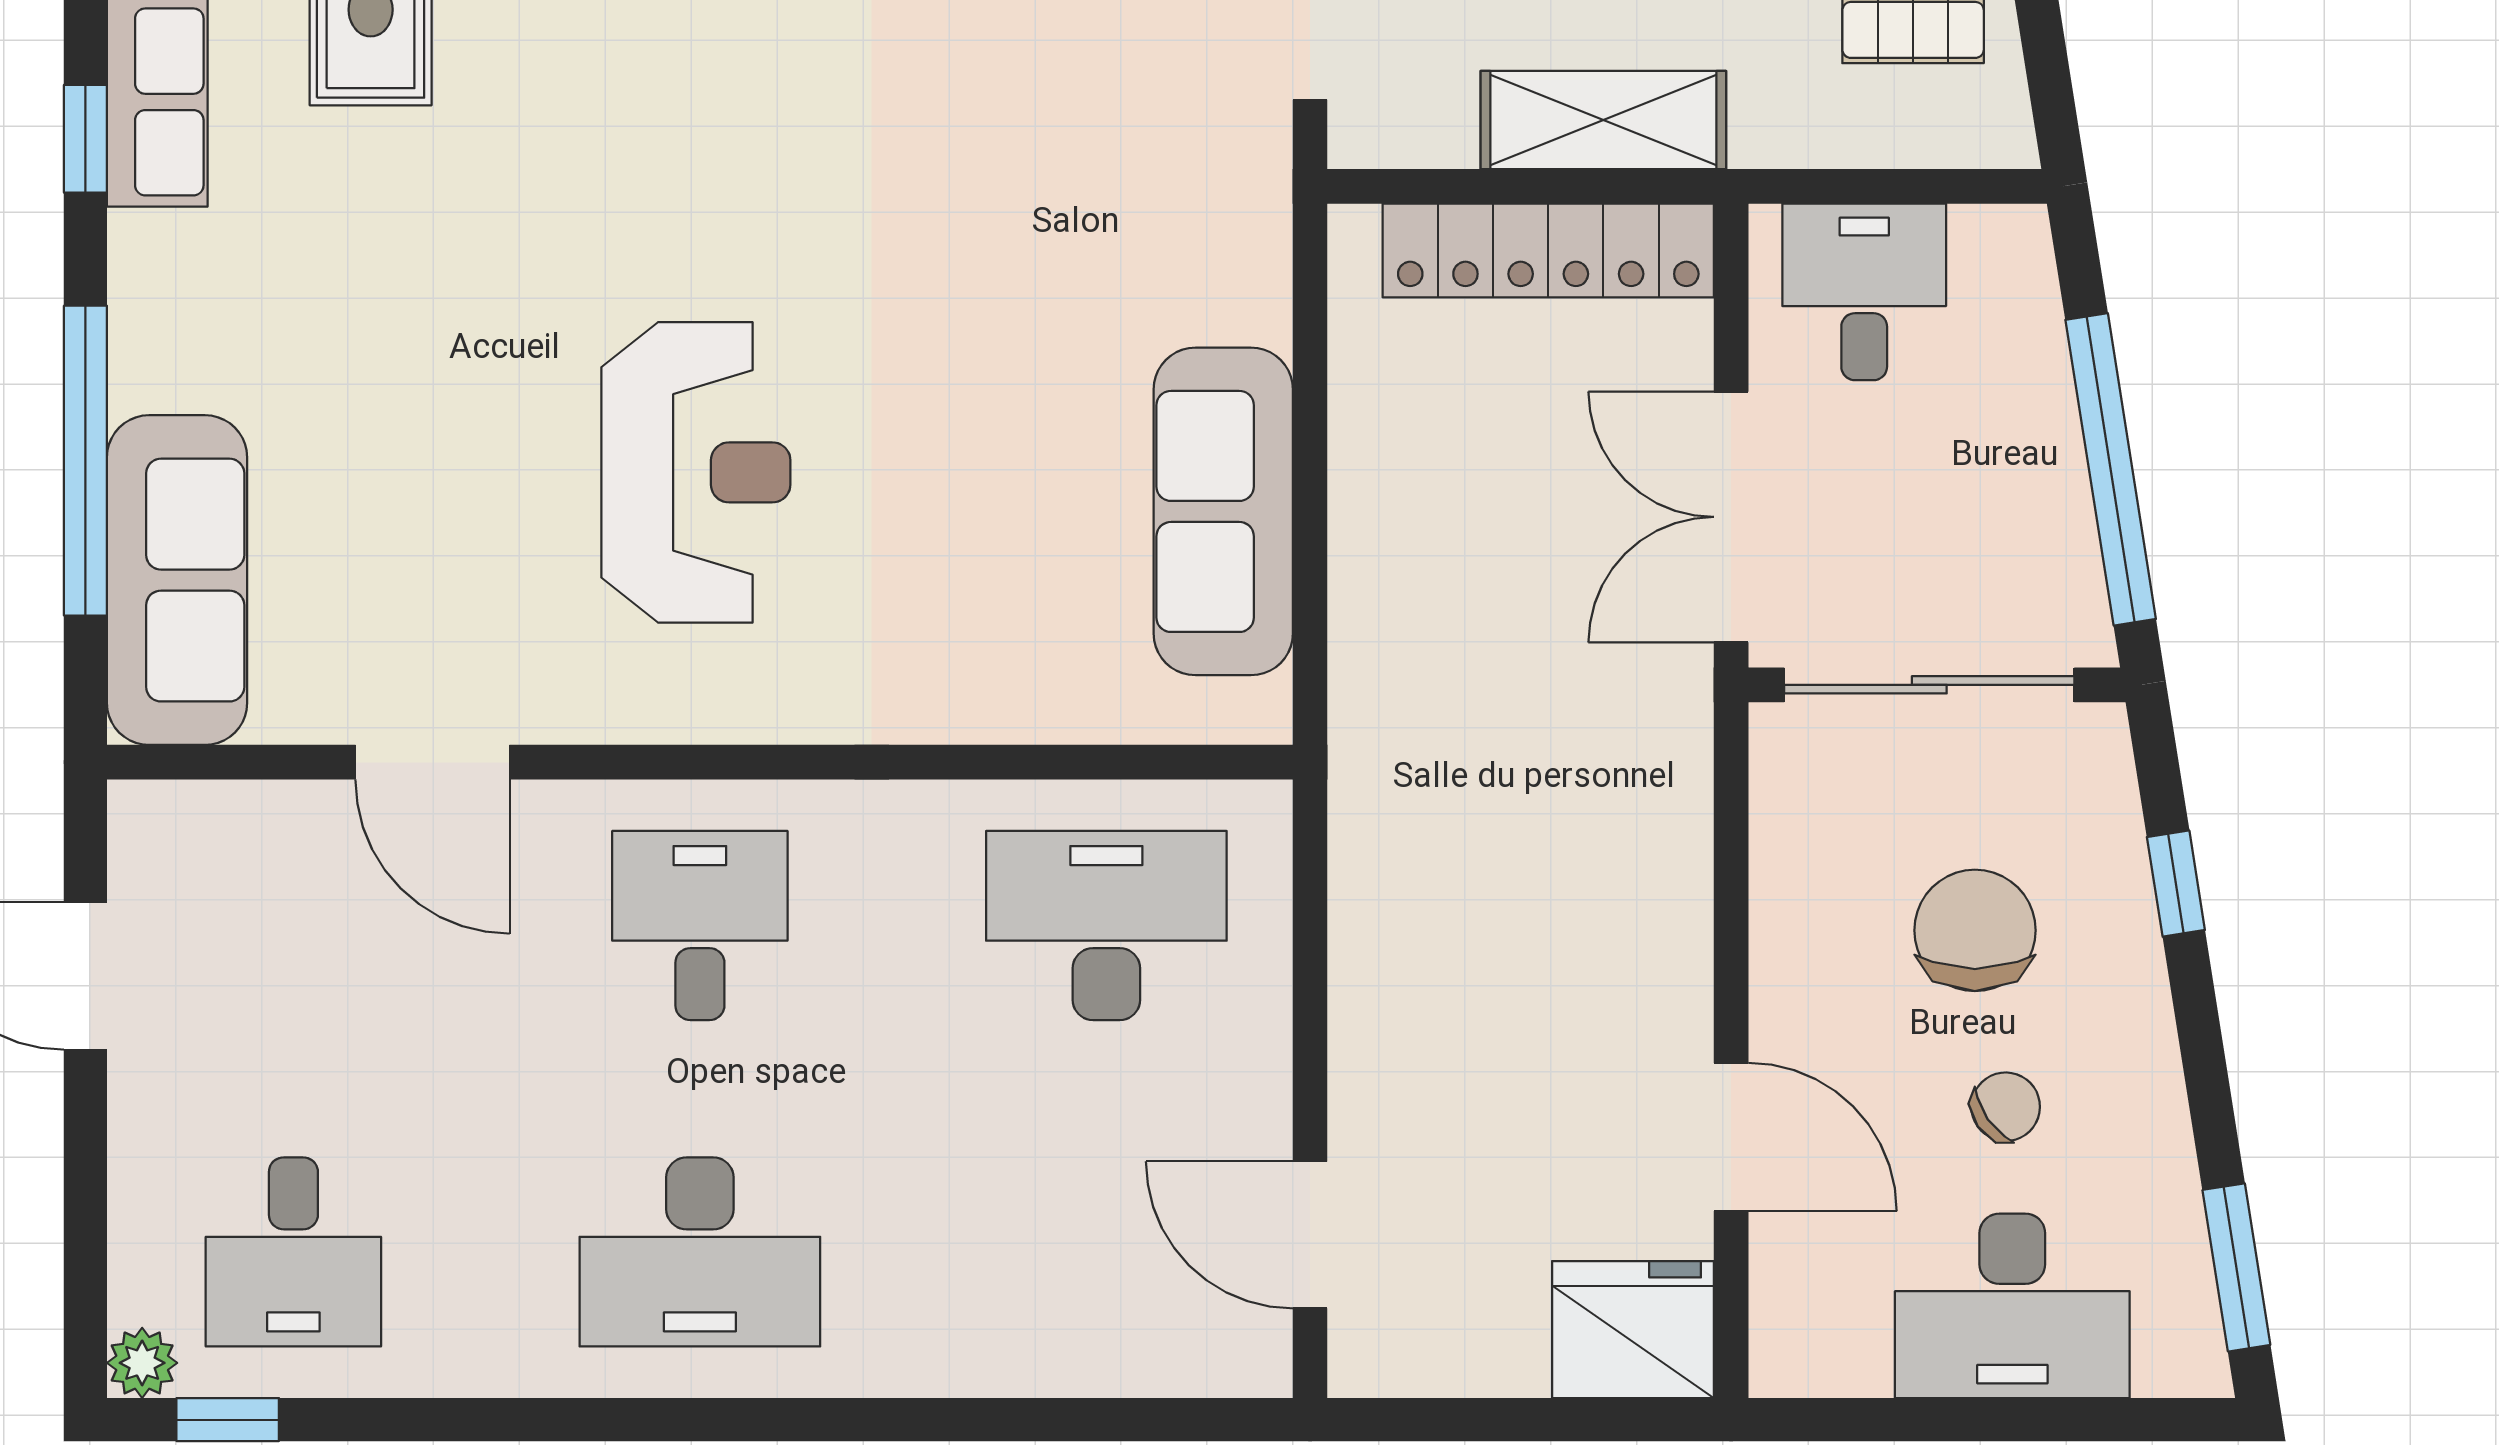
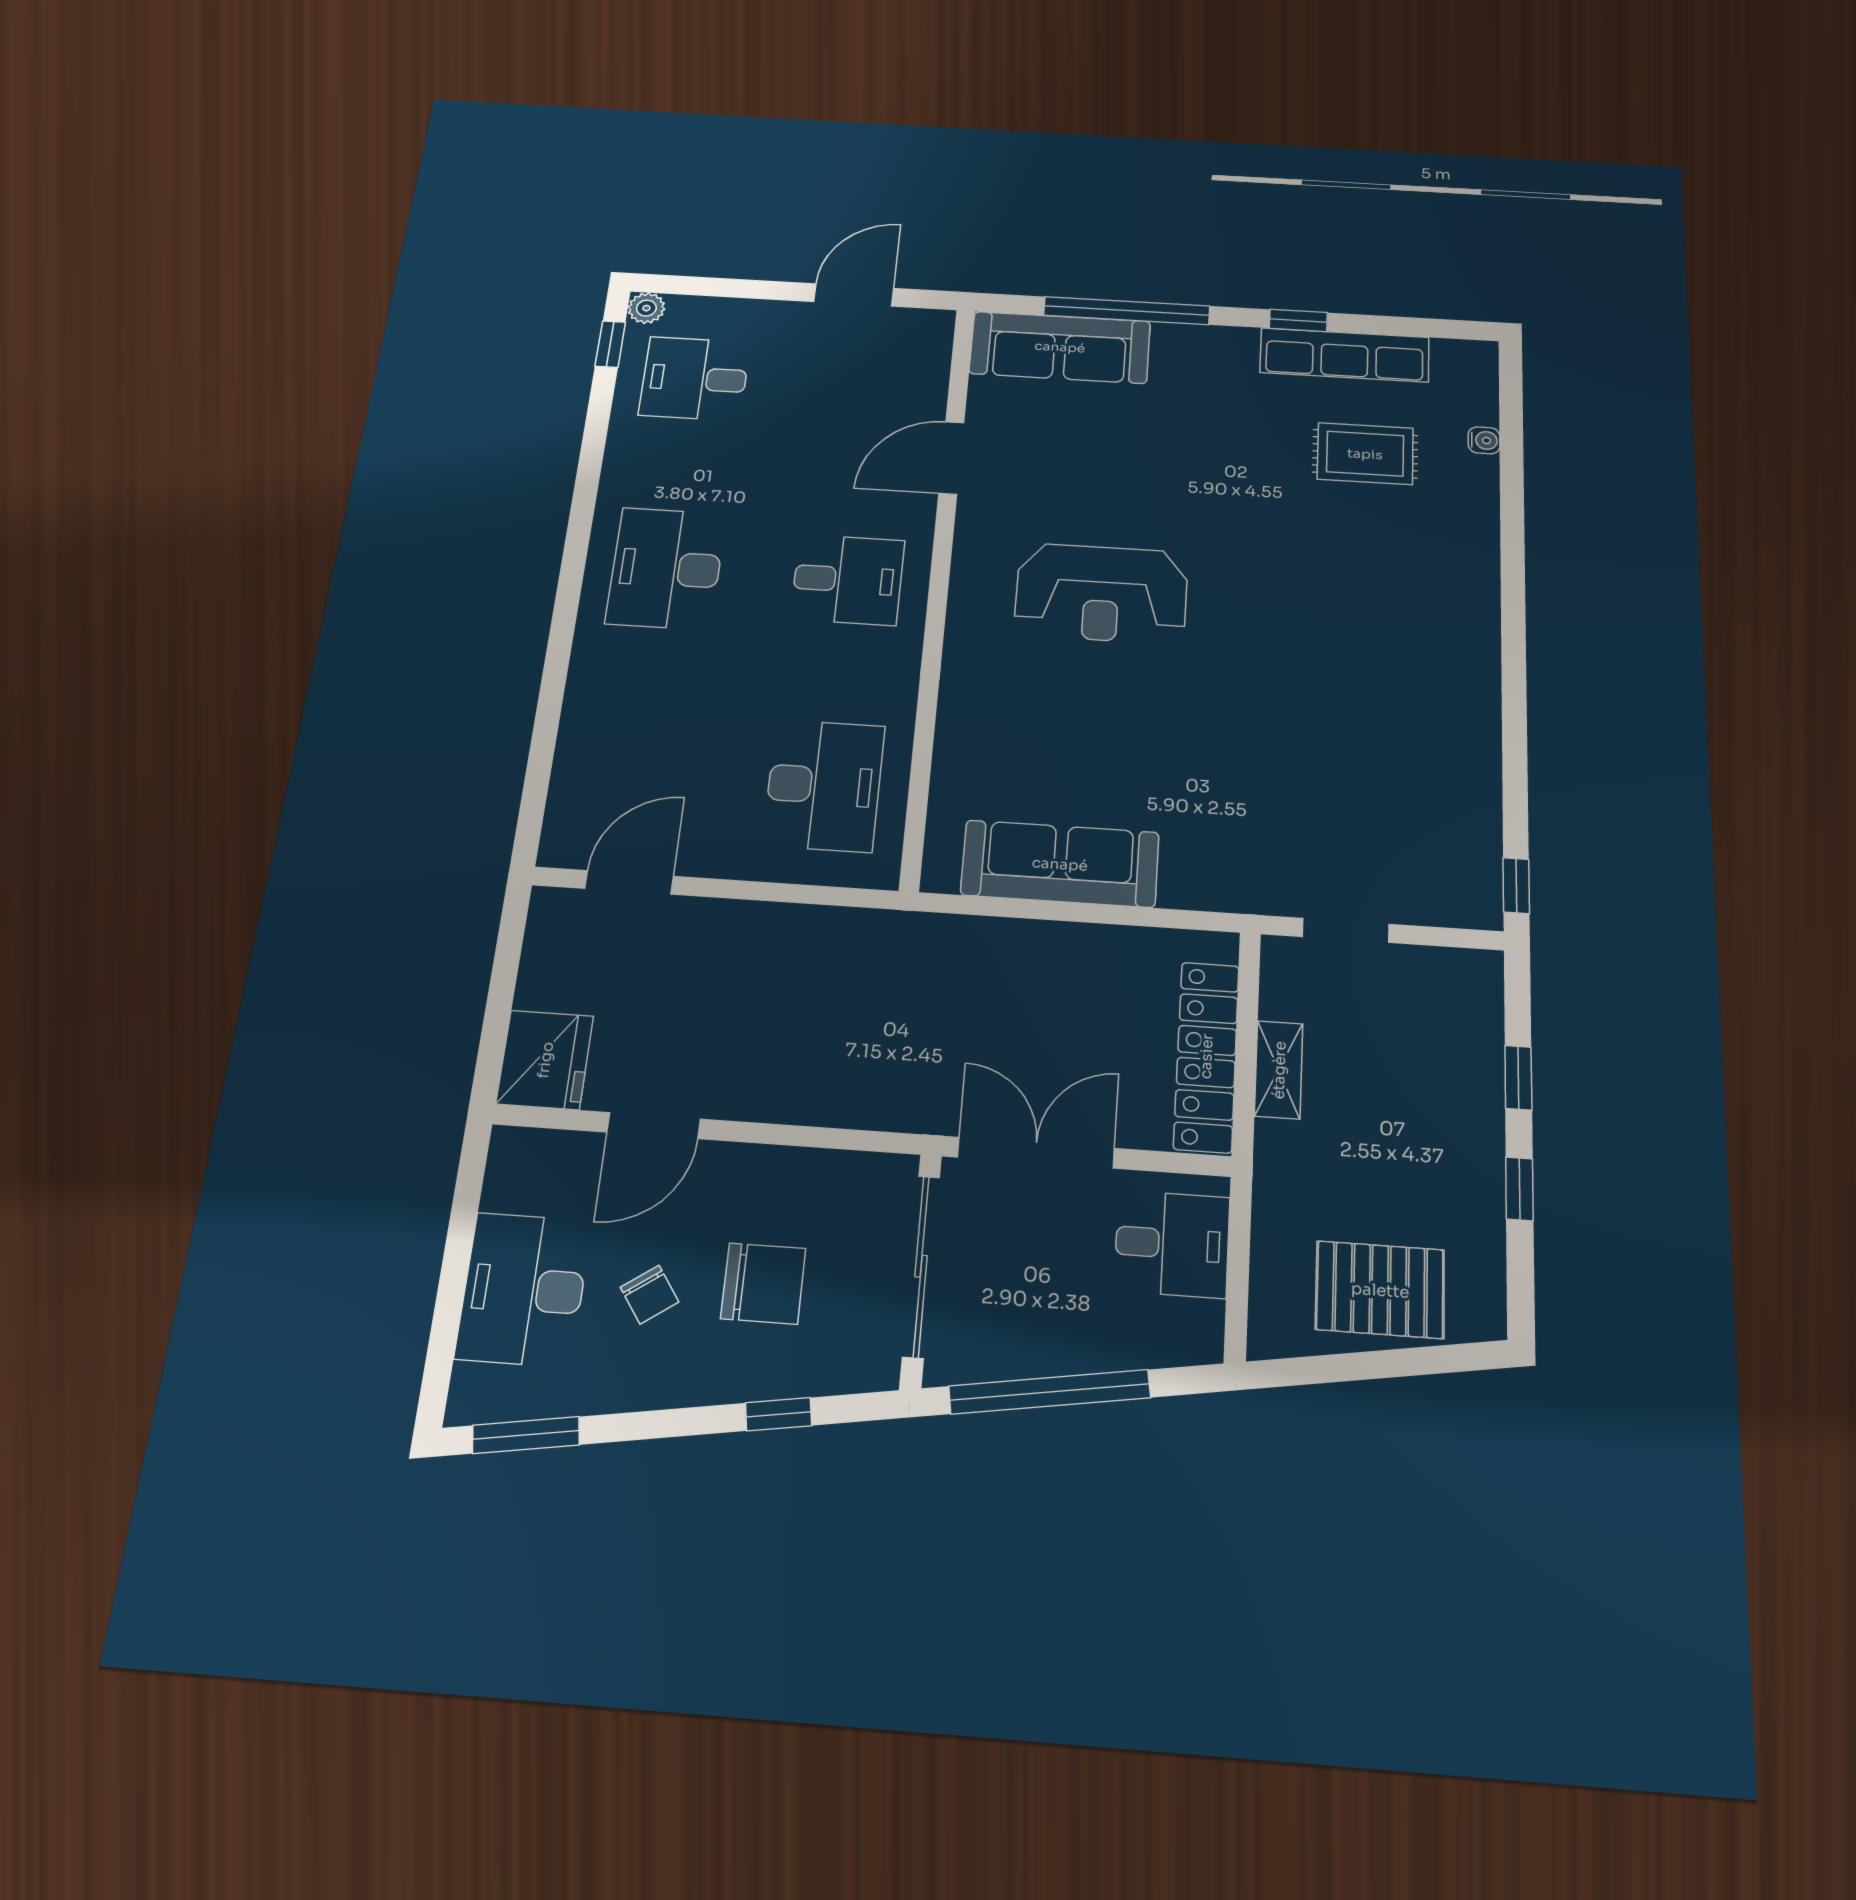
shelving: (1603, 120) -> (1279, 1070), width x0.67, depth x0.75

